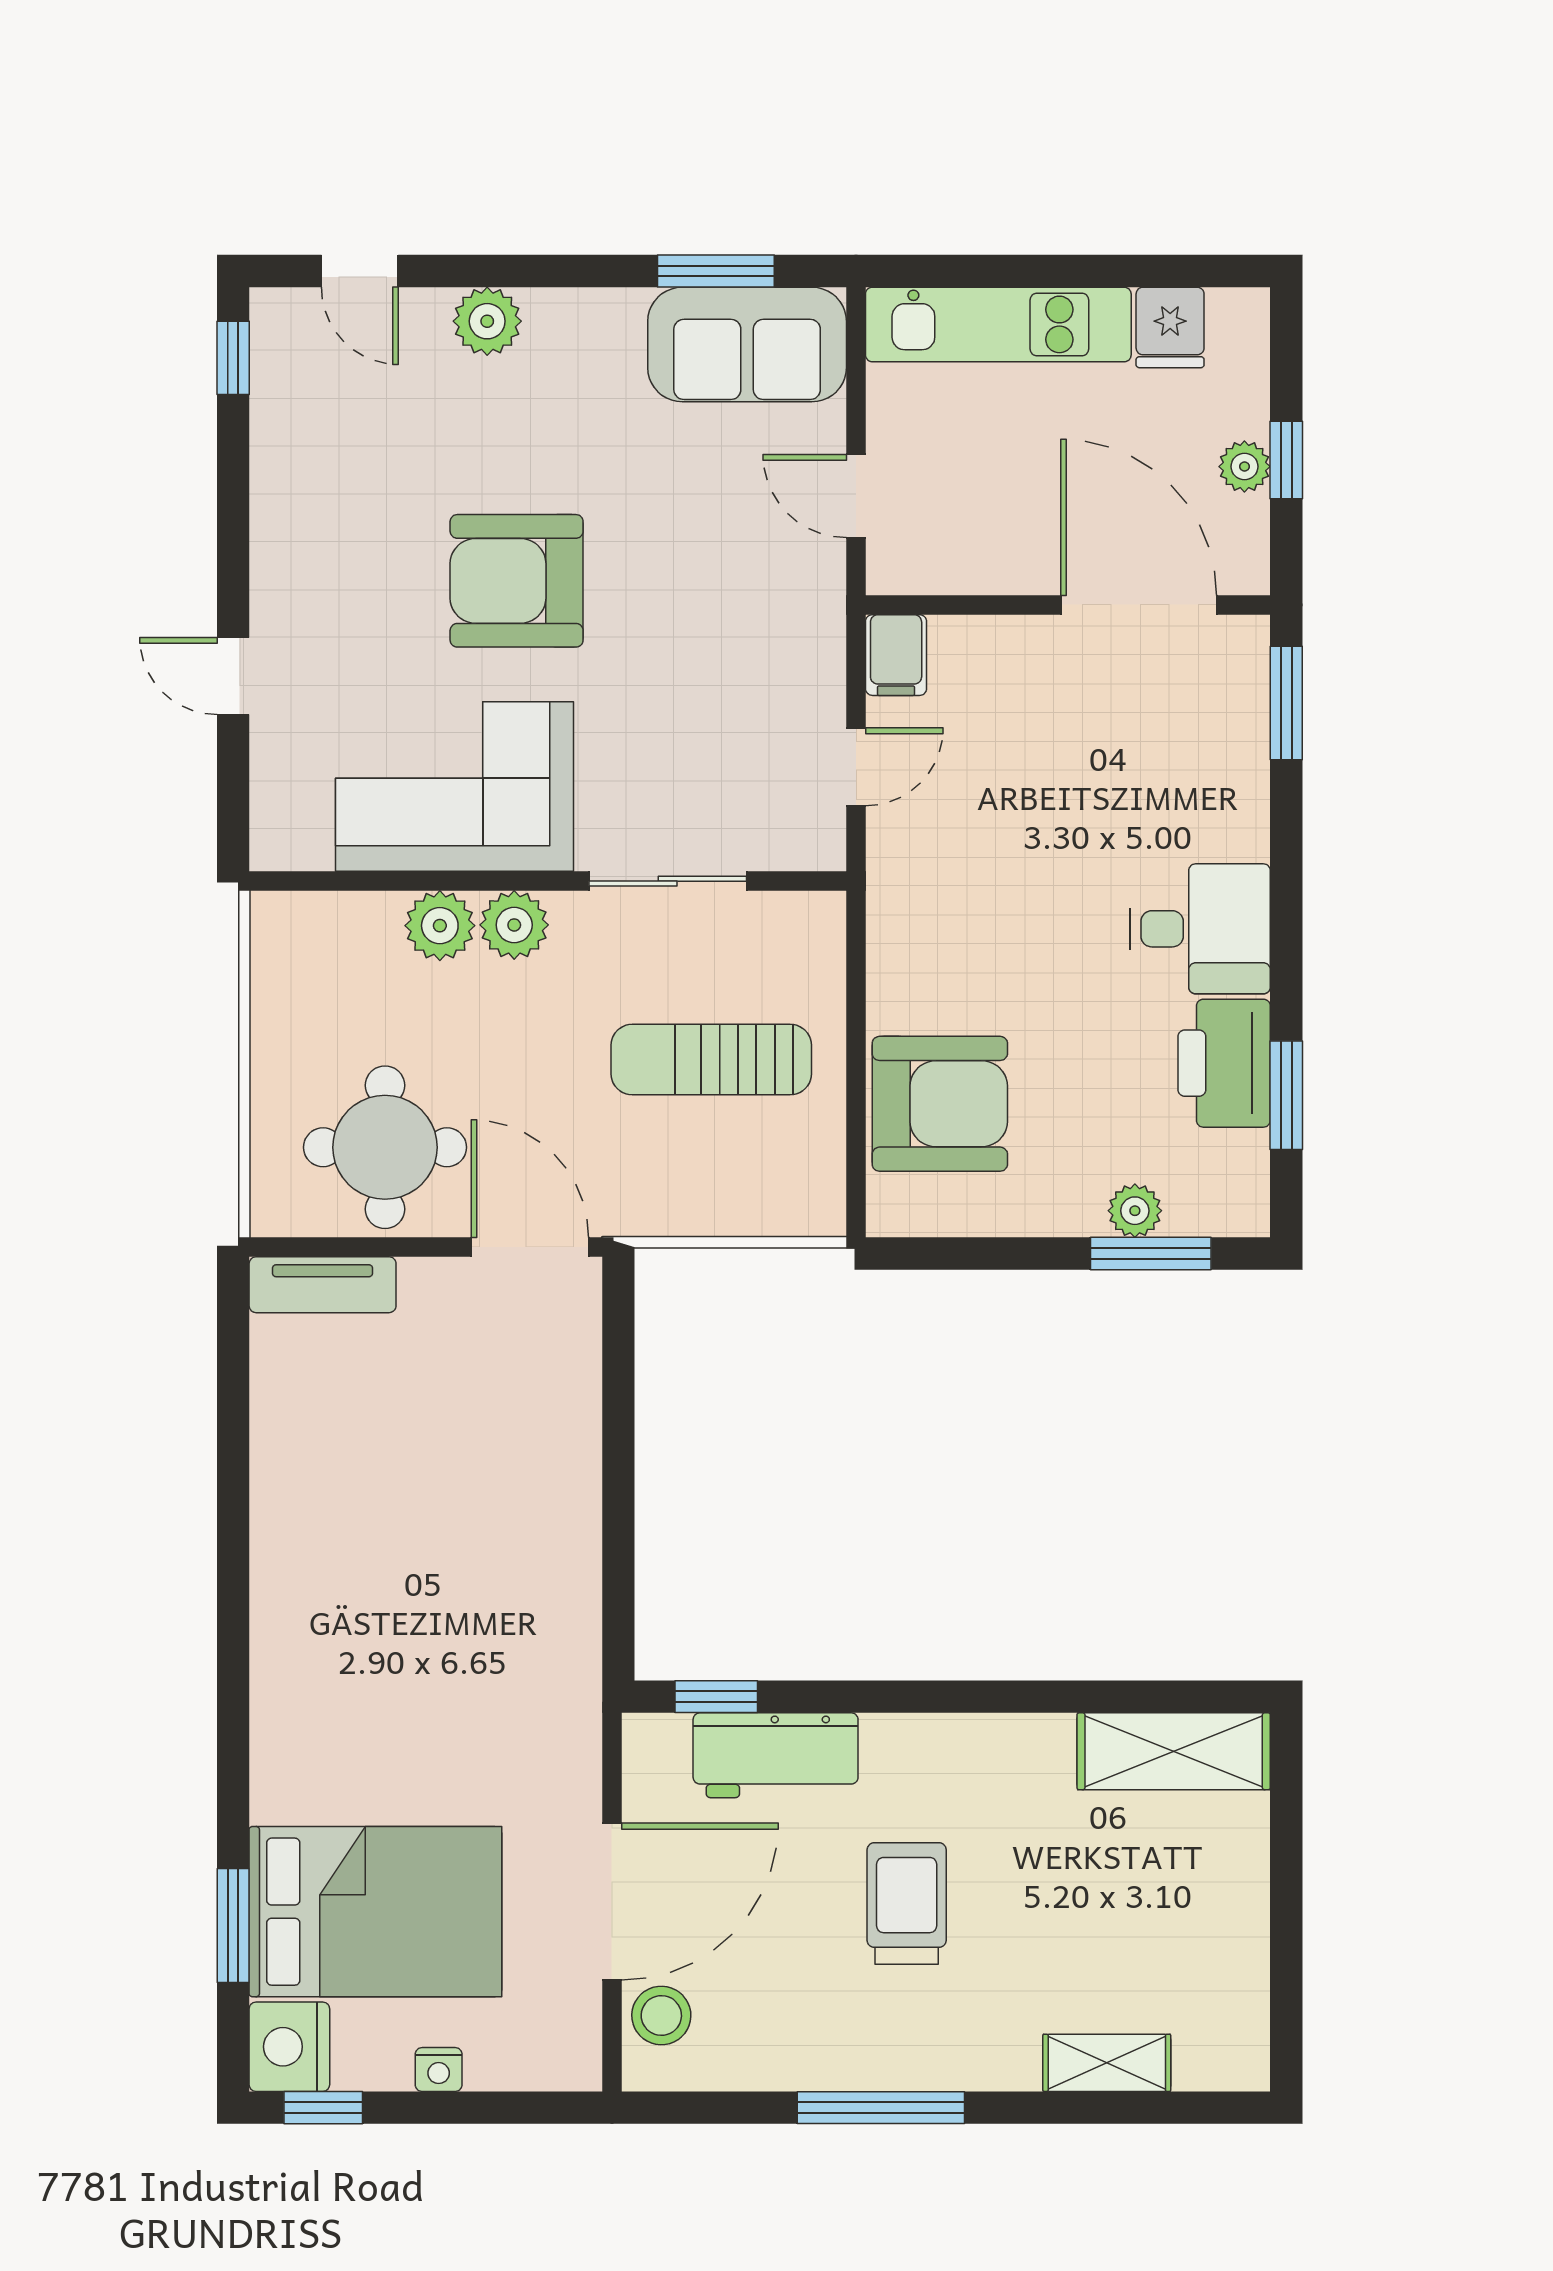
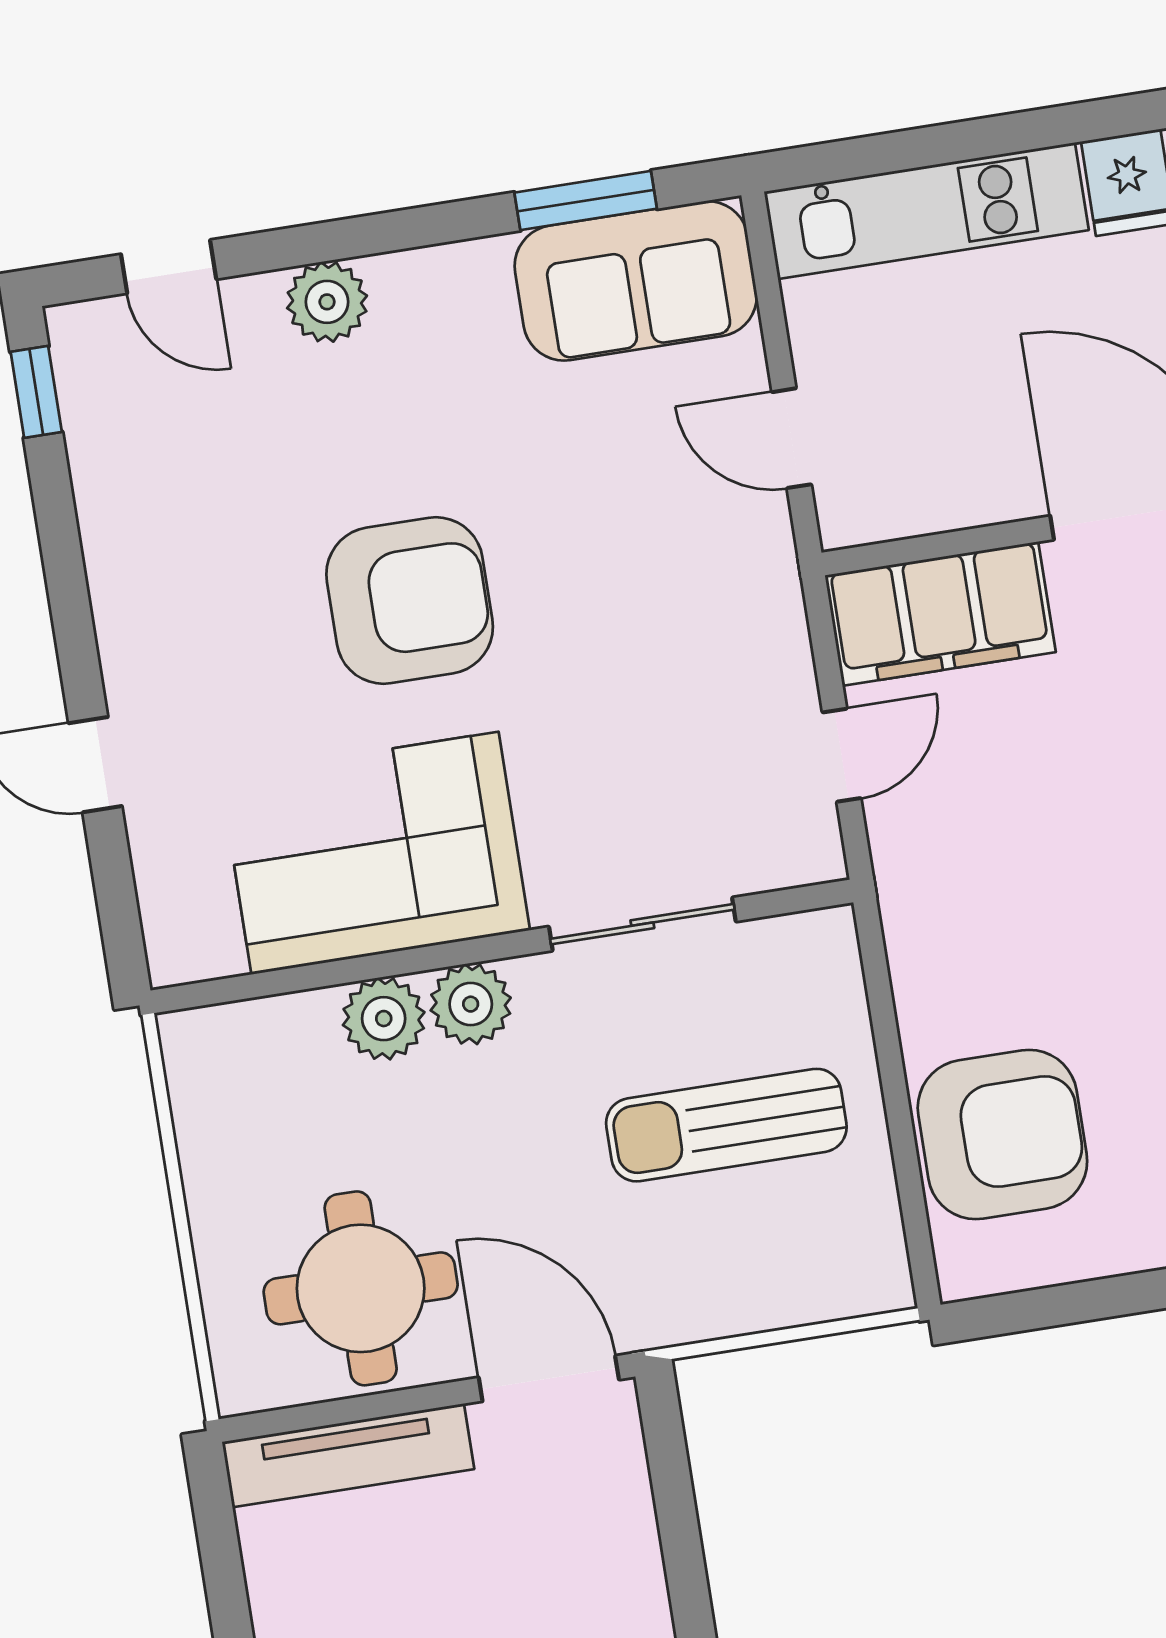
armchair: (517, 581) -> (410, 601), turned 180
filing cabinet: (896, 655) -> (940, 614), width x3.00, depth x1.17
tv unit: (323, 1285) -> (348, 1455), width x1.41

